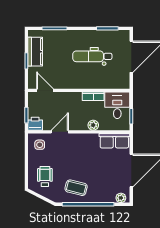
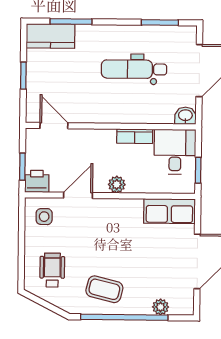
kitchen counter: (35, 52) -> (51, 36), moved, turned 90
washbasin: (123, 84) -> (185, 116), added
plant: (93, 125) -> (117, 185), moved
plant: (121, 198) -> (161, 307), moved

